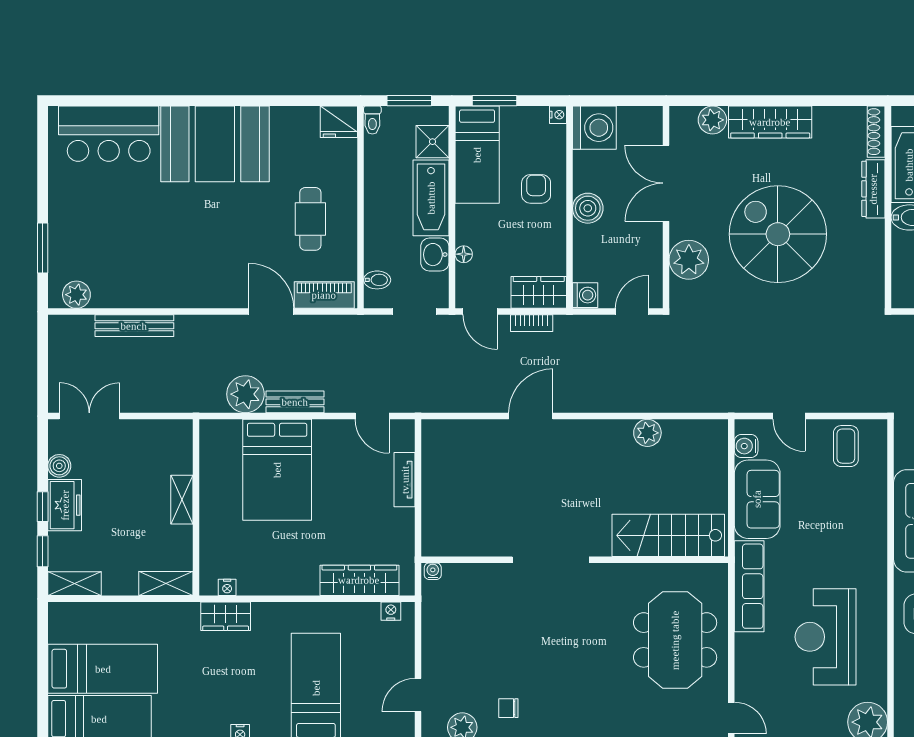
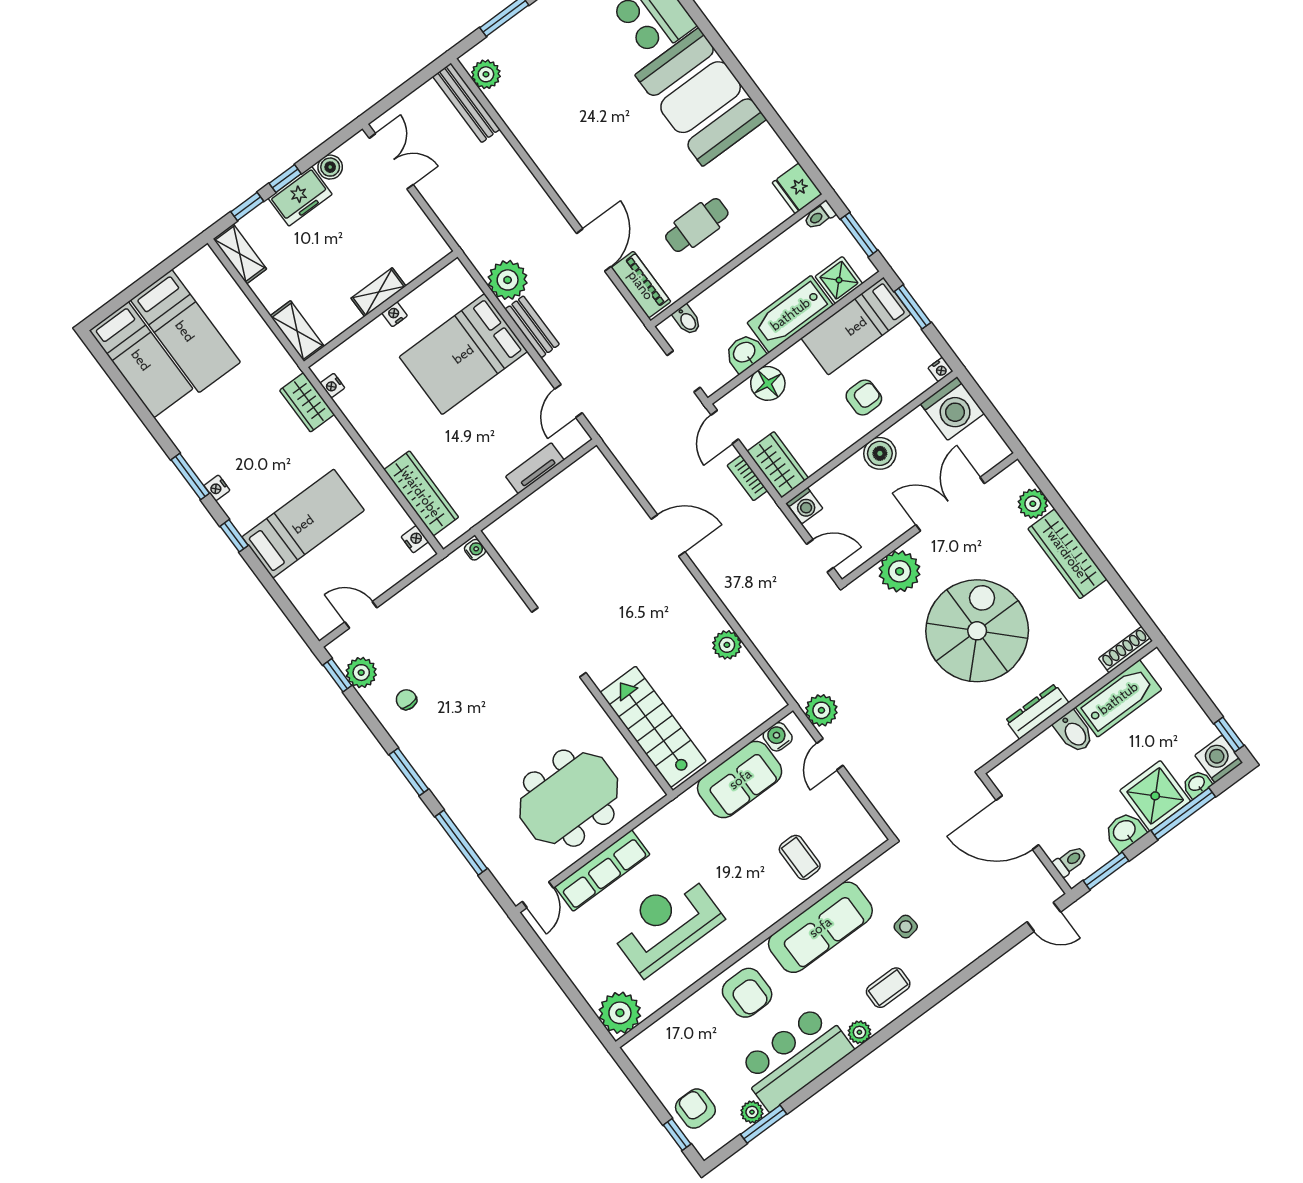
dresser: (873, 189) -> (1037, 712), moved
floor lamp: (464, 254) -> (768, 383), width x1.89, depth x1.89
bench: (134, 326) -> (466, 103), moved
plant: (751, 398) -> (821, 710), added
coffee table: (846, 446) -> (800, 857), moved, turned 90
nightstand: (208, 500) -> (395, 314), added
row of seats: (749, 586) -> (602, 871), moved

